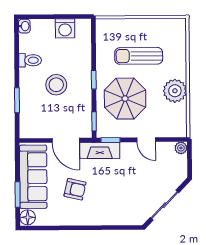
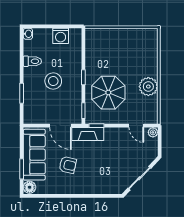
sun lounger: (139, 56) -> (119, 58), removed
door: (146, 140) -> (136, 126), moved

